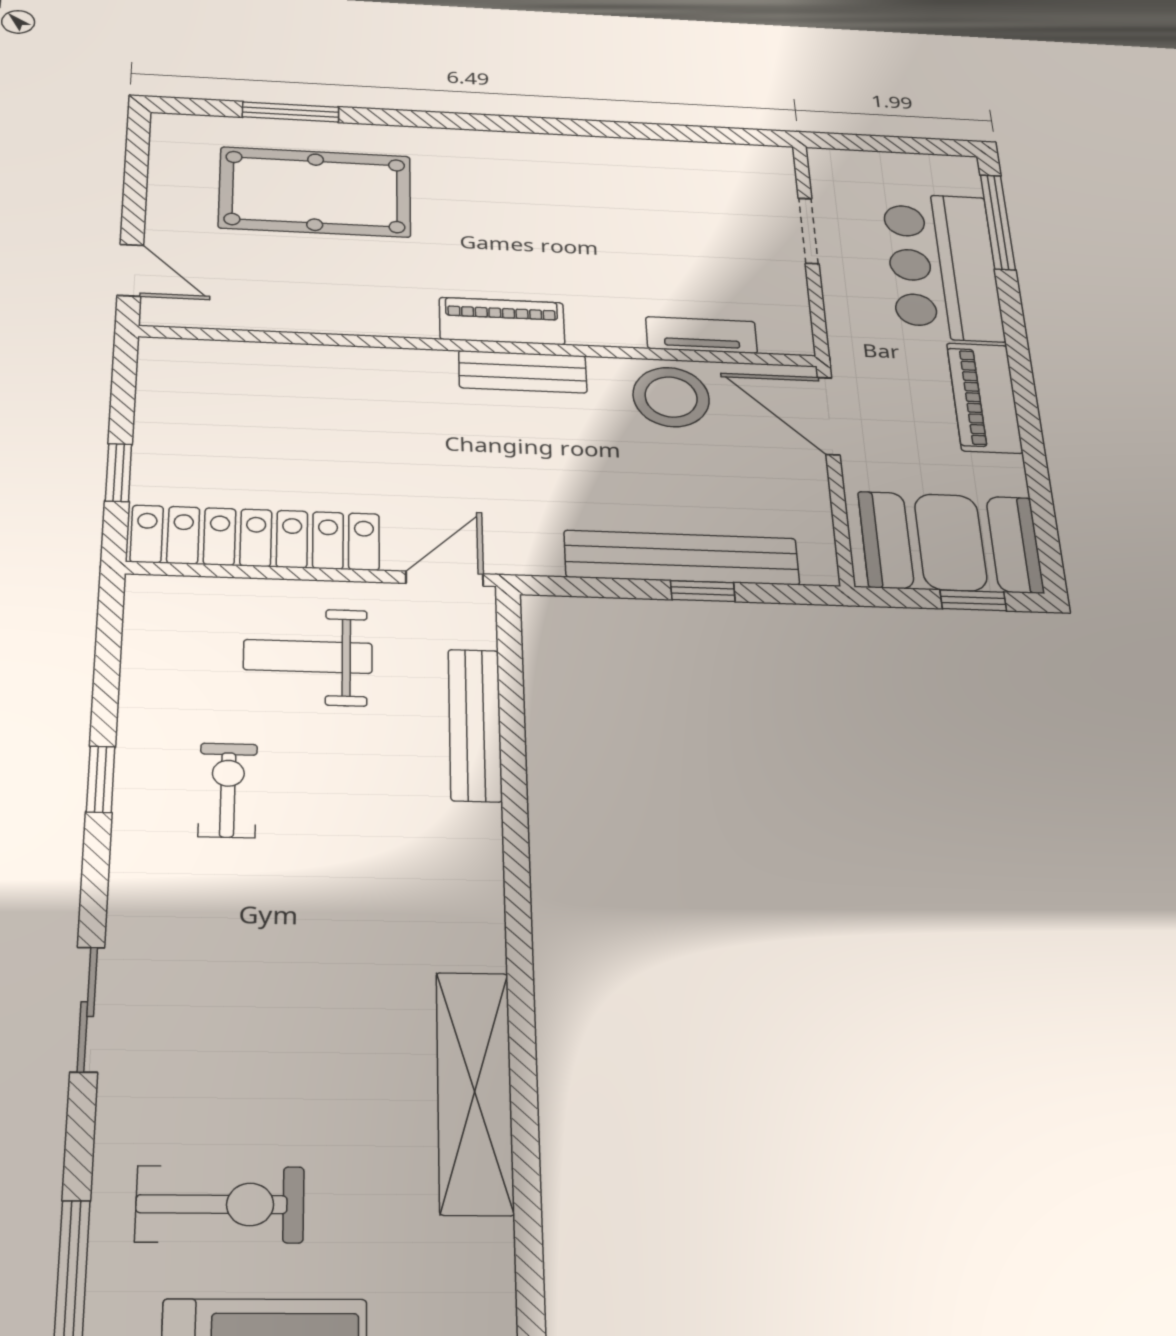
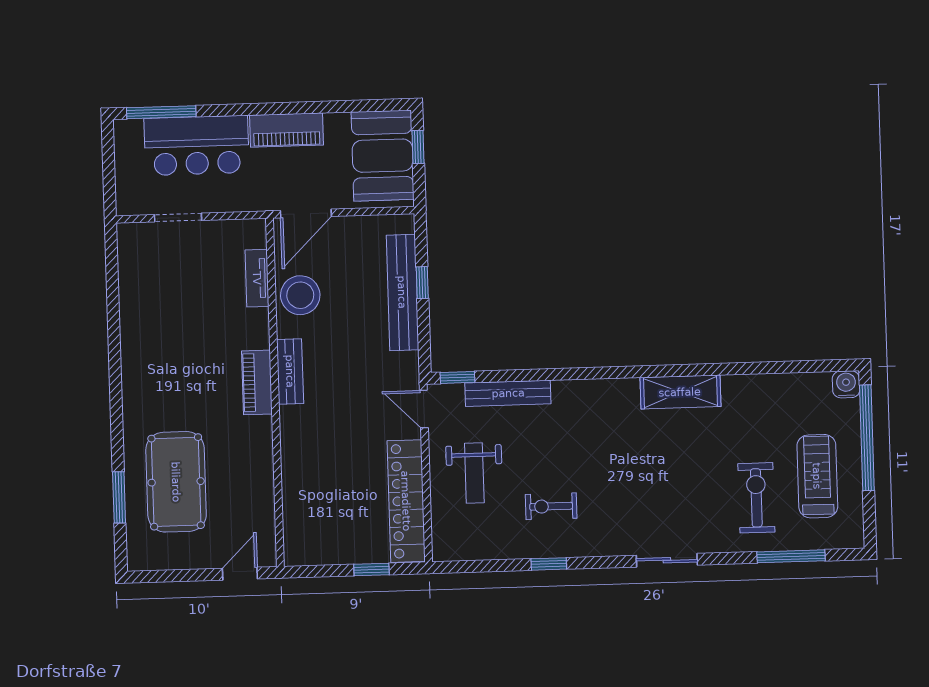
window: (509, 639) -> (457, 377), added
shelving: (475, 1092) -> (680, 392), width x0.68

